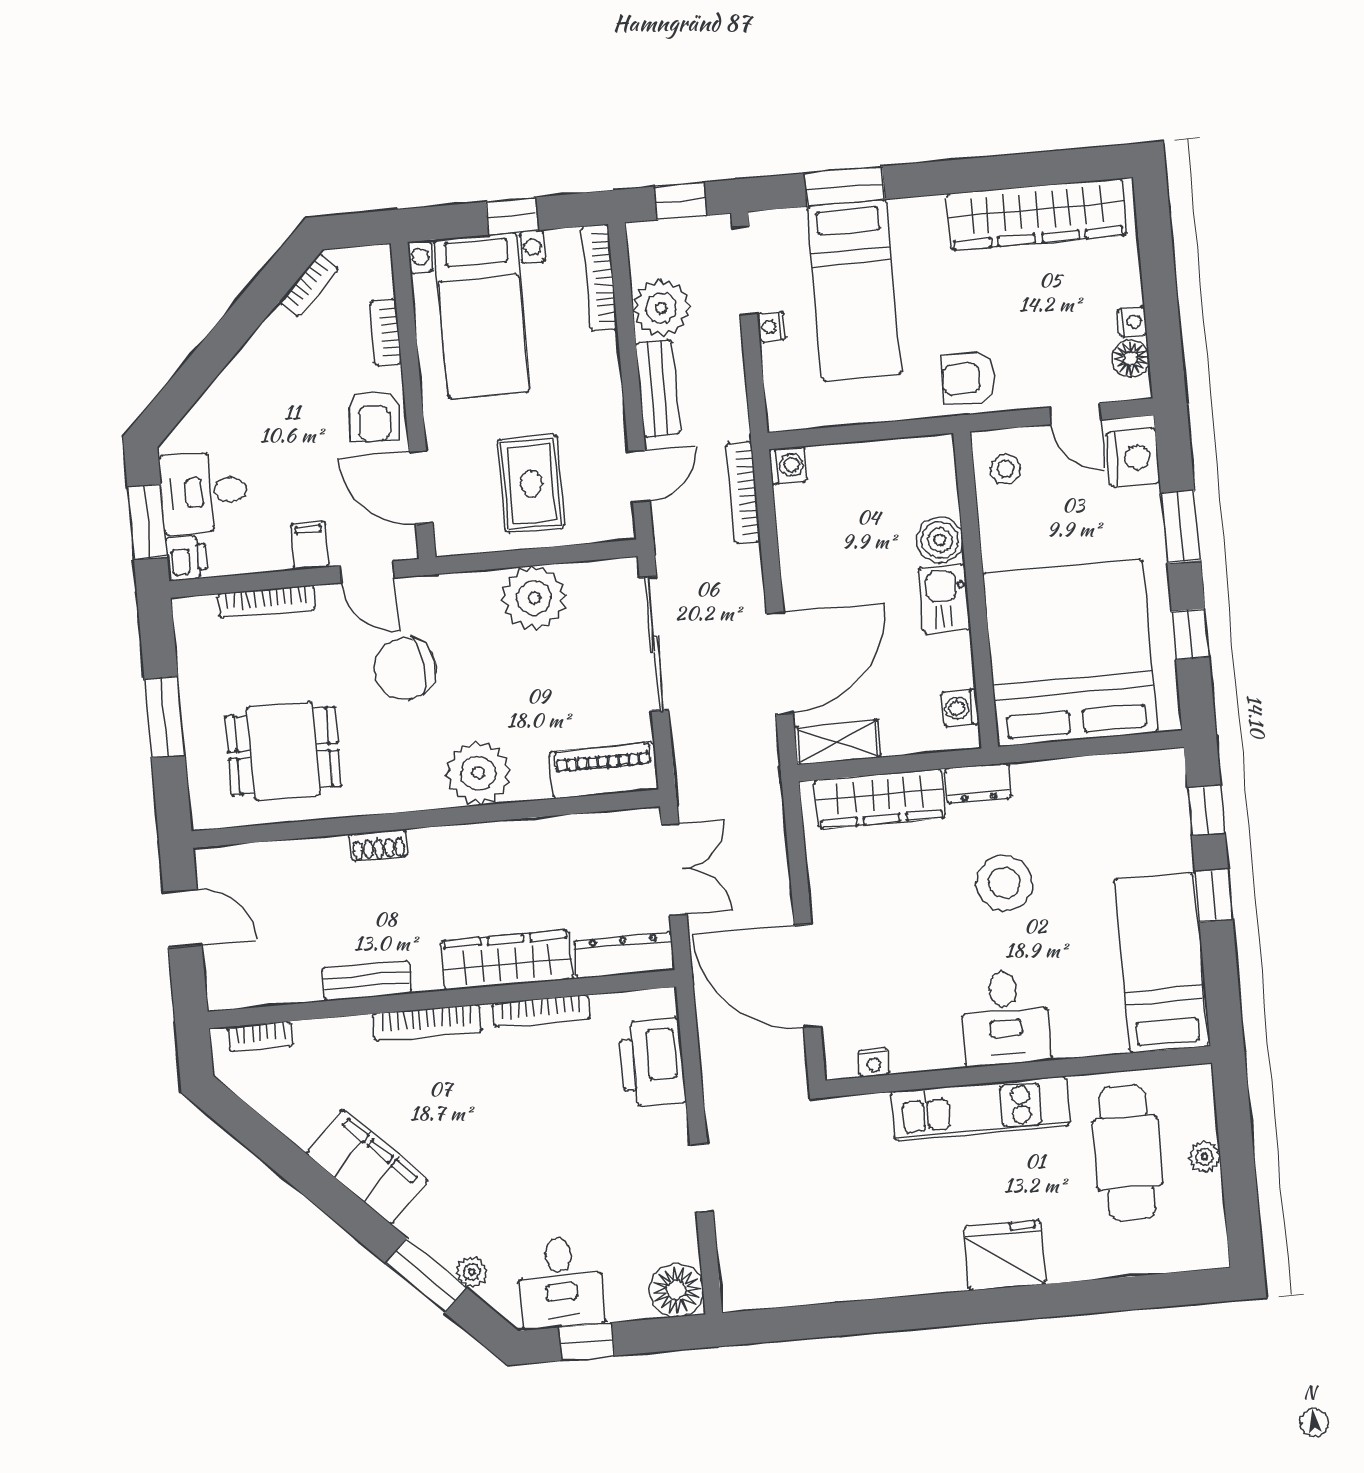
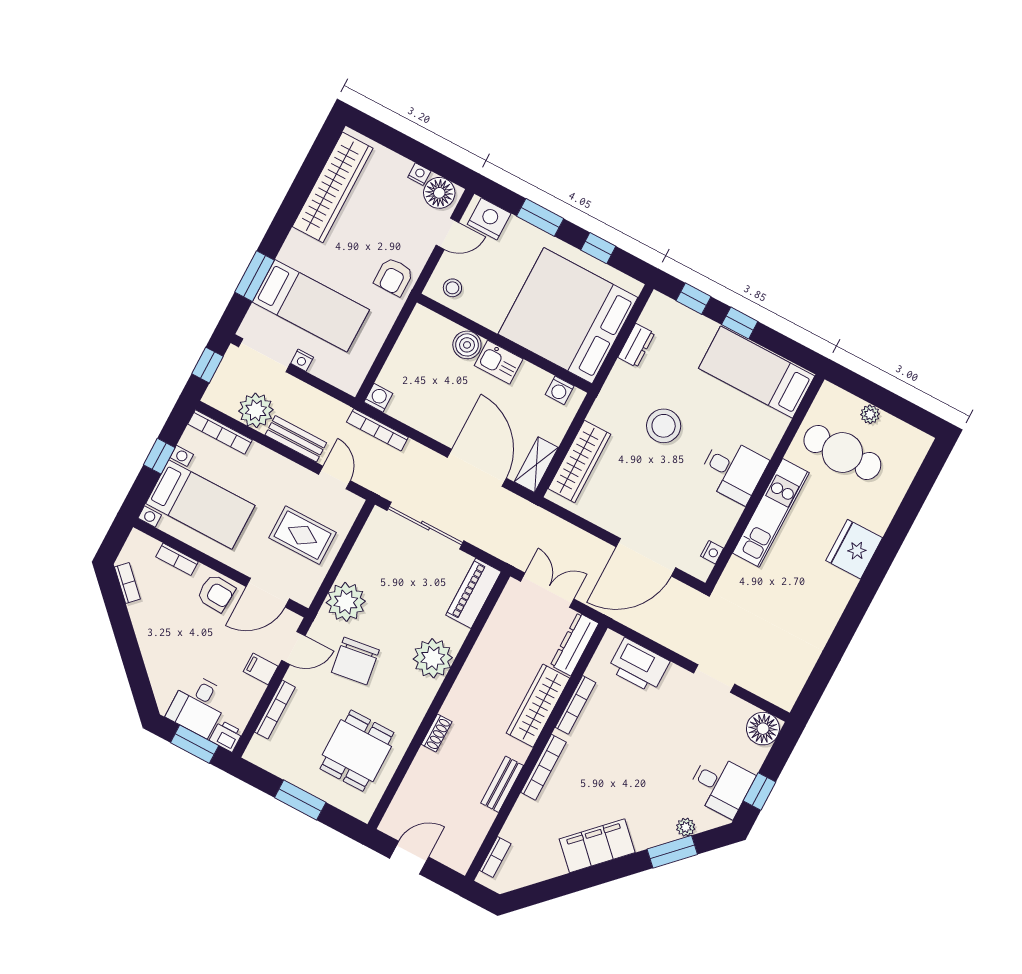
floor lamp: (1131, 358) -> (439, 193), width x1.38, depth x1.38
plant: (534, 598) -> (346, 602), moved
dresser: (978, 783) -> (636, 345), moved

